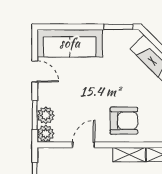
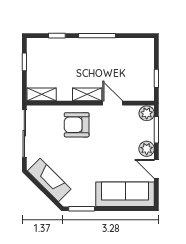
plant: (46, 115) -> (147, 149), moved
door: (84, 145) -> (113, 103), swing flipped
shelving: (129, 155) -> (87, 94), moved

